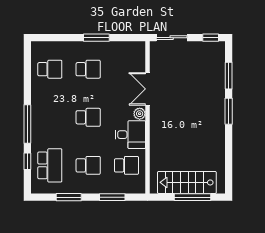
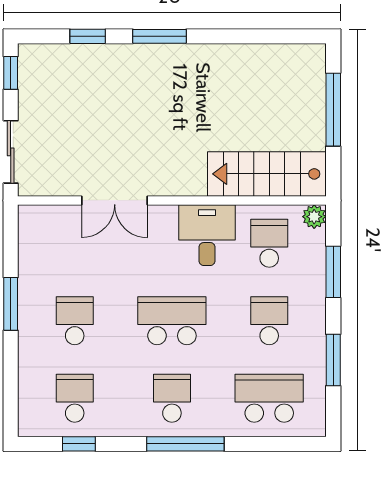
window: (229, 76) -> (88, 36), width x0.67
plant: (140, 114) -> (314, 217), moved
school desk: (50, 117) -> (172, 398), added
school desk: (88, 117) -> (172, 321), width x1.85
window: (27, 161) -> (79, 444), moved
stairs: (187, 182) -> (267, 174), moved, turned 90

